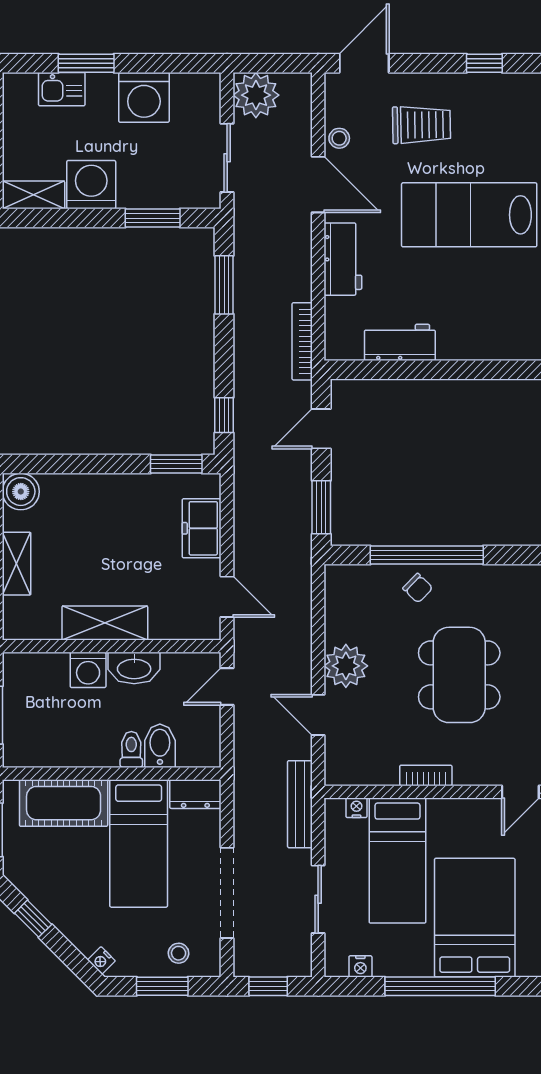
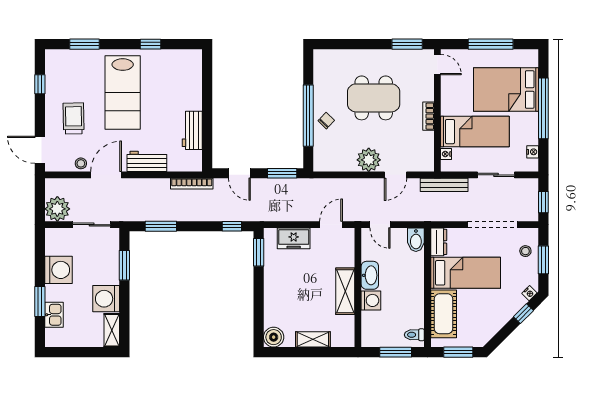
bidet: (160, 746) -> (416, 240), moved, turned -90
toilet: (131, 750) -> (414, 335), moved
window: (33, 919) -> (523, 314), moved

